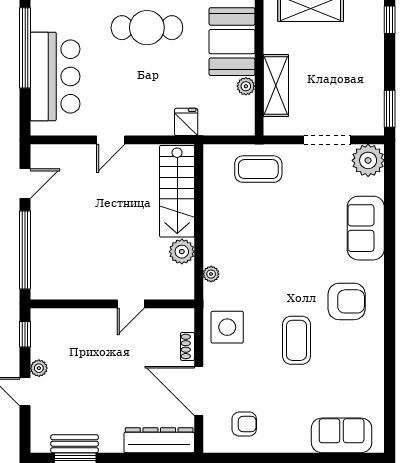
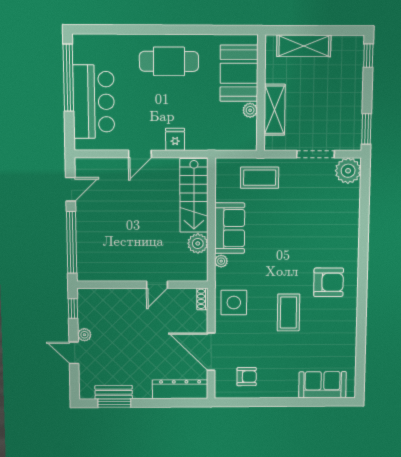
fridge: (186, 122) -> (175, 139), moved
sofa: (366, 228) -> (230, 228), moved, turned 180
shoe rack: (188, 346) -> (202, 299), moved

